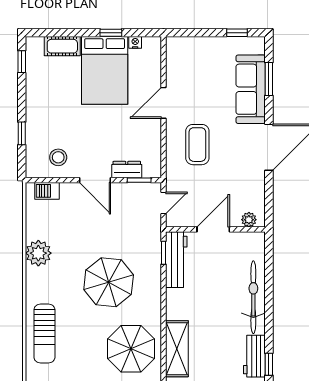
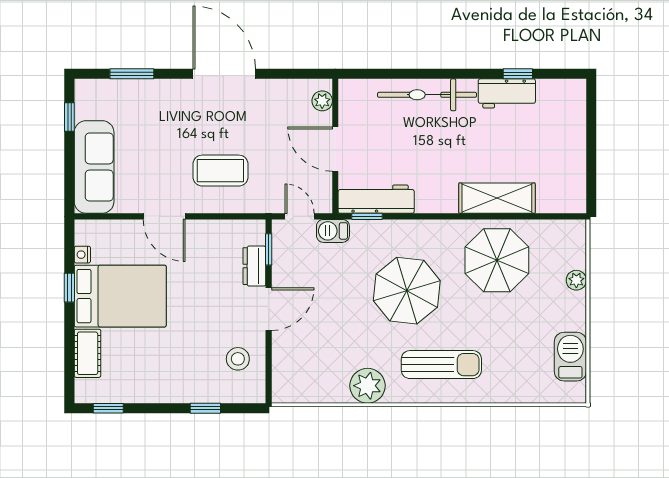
sofa: (251, 89) -> (94, 167), moved, turned -90
barbecue: (47, 191) -> (333, 231), moved, turned 90
sun lounger: (44, 334) -> (441, 365), moved

